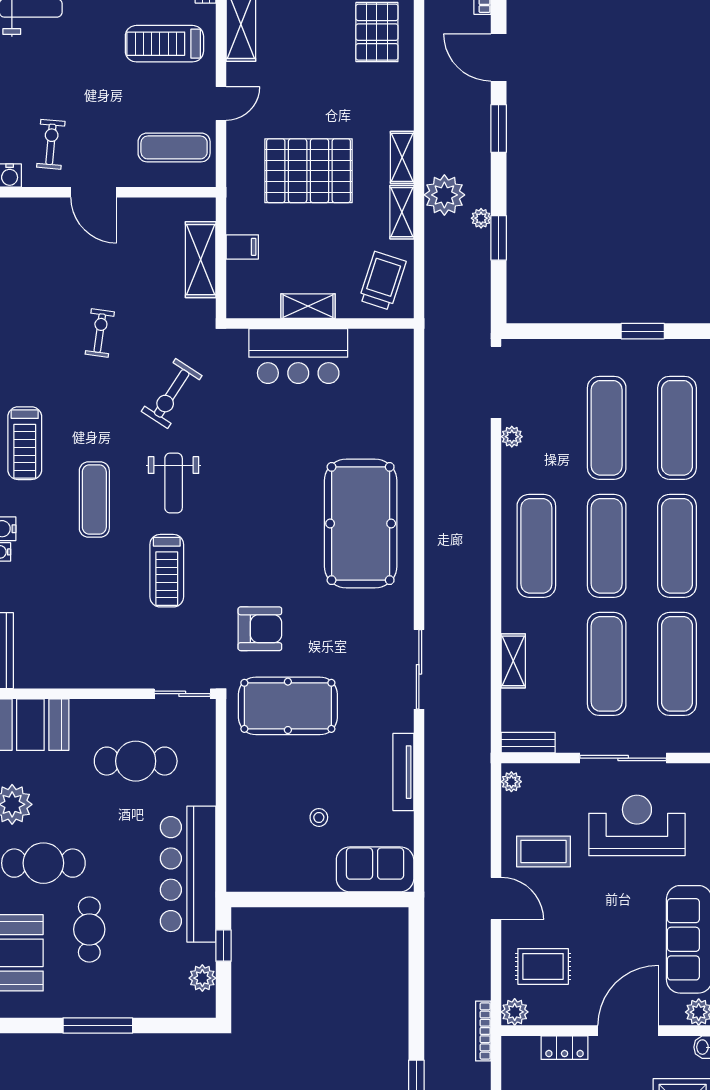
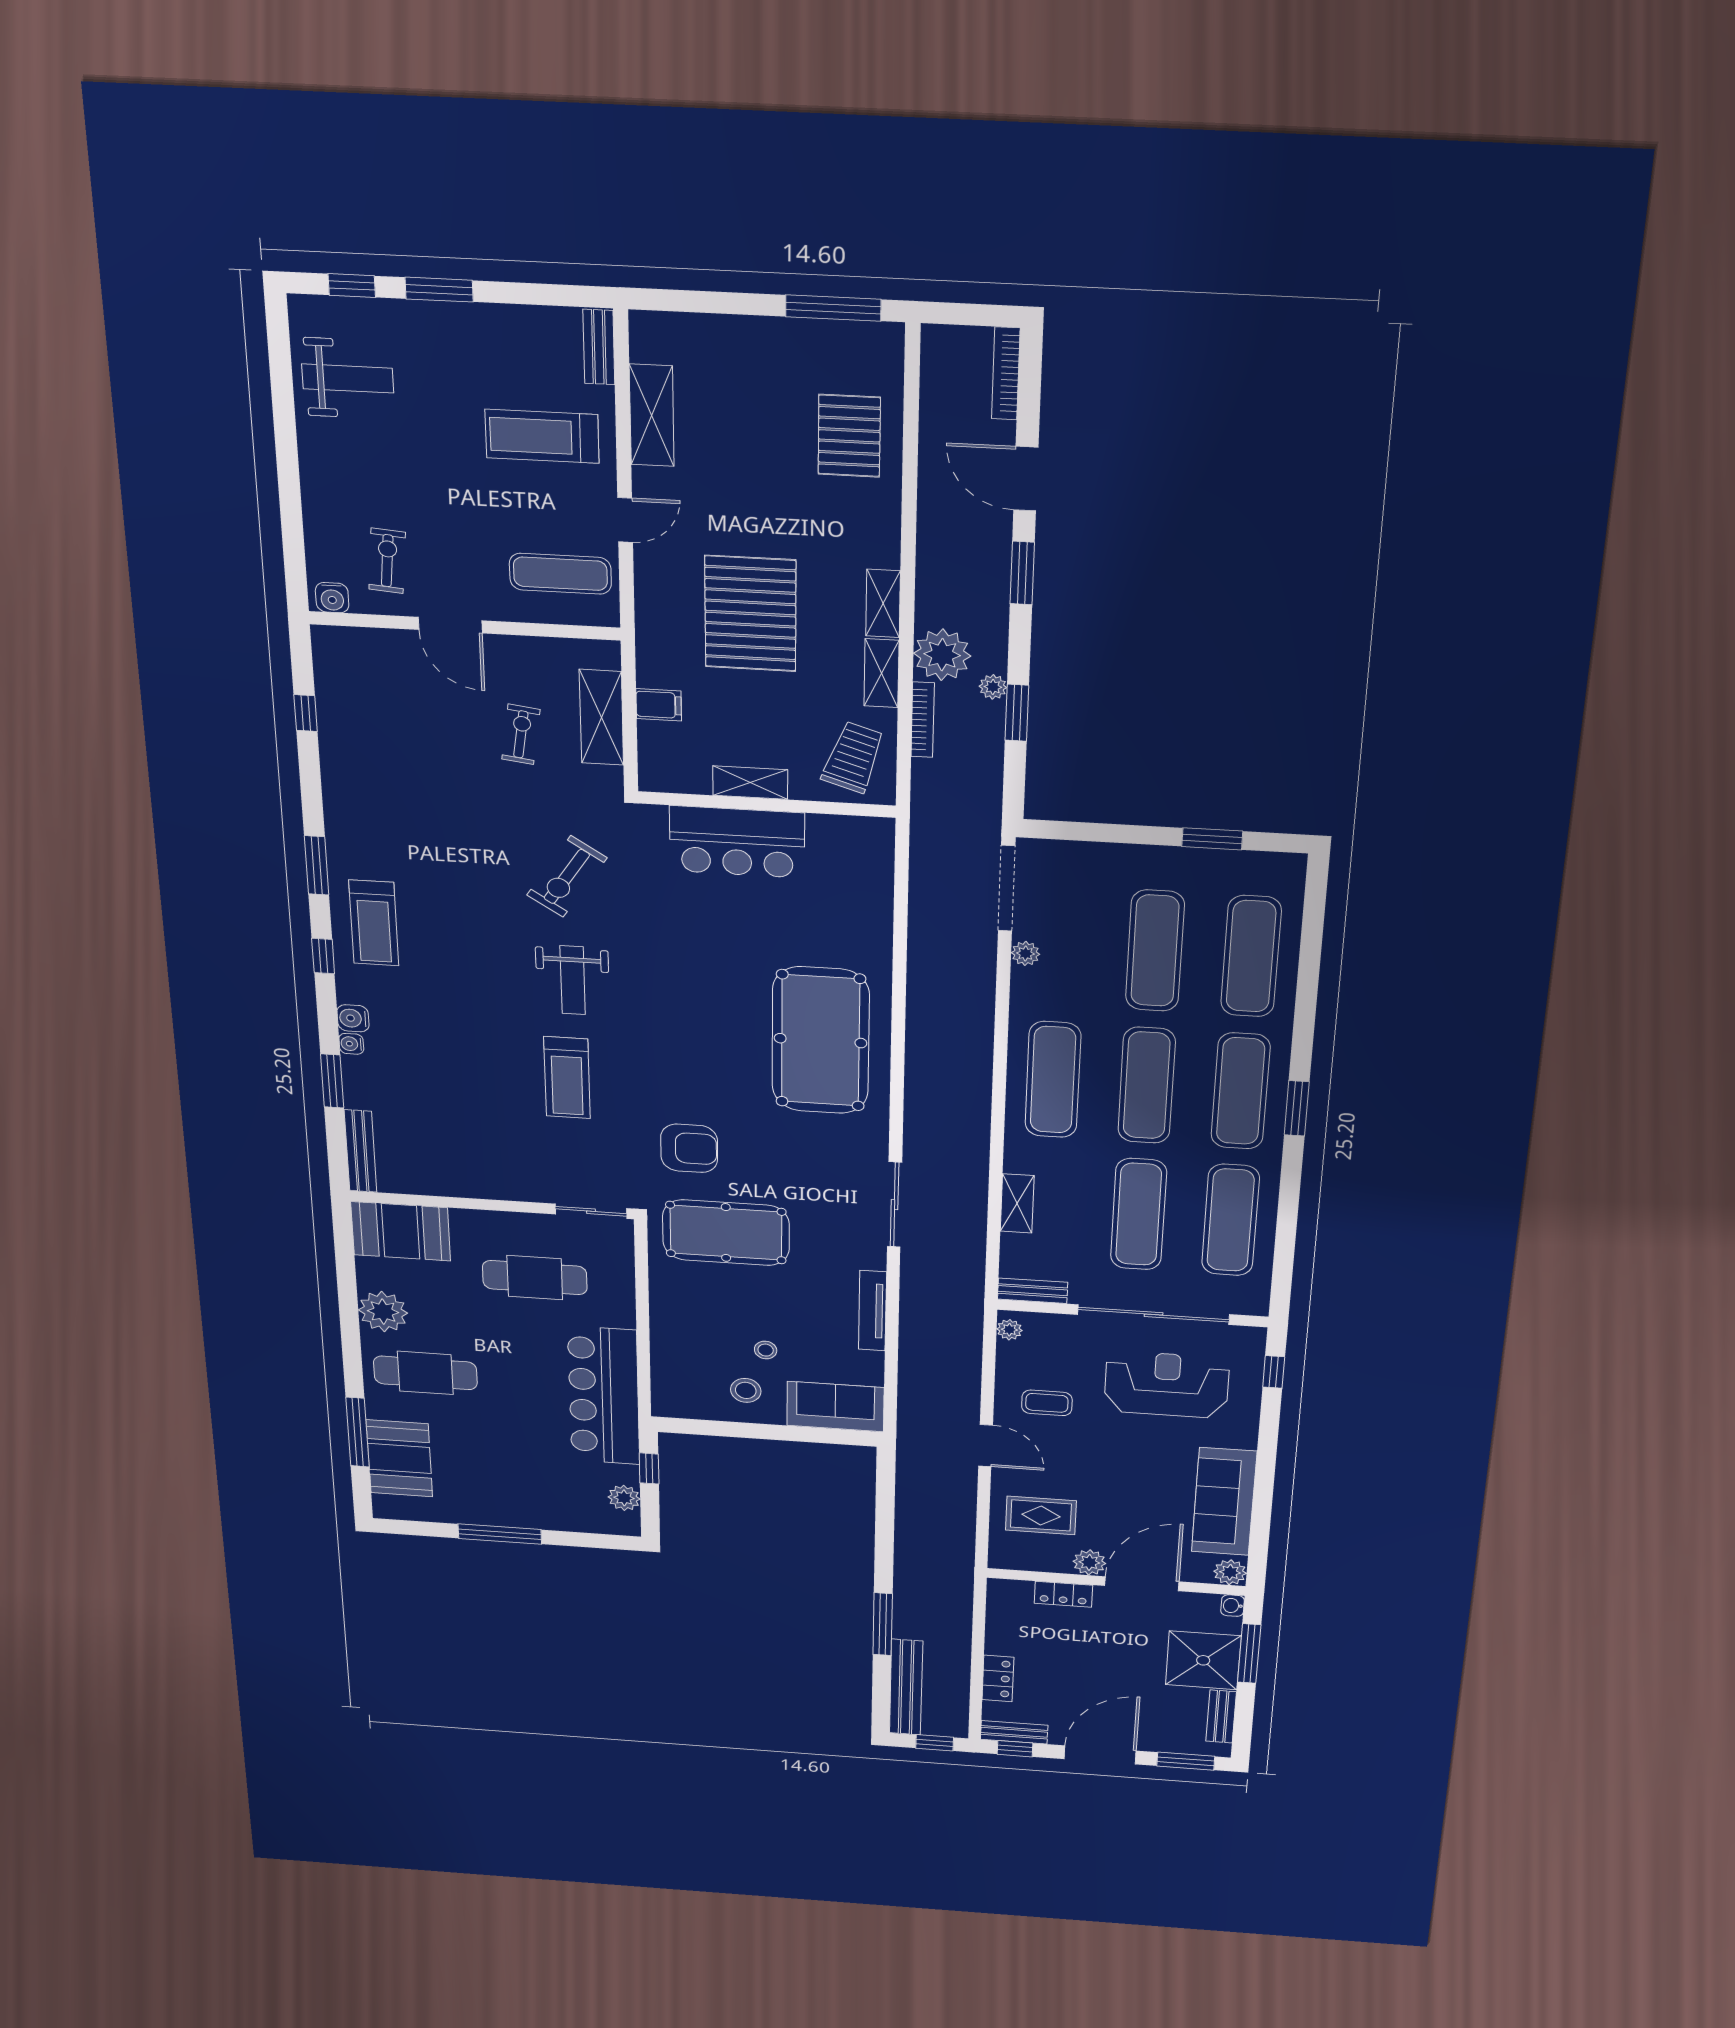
pallet: (309, 171) -> (750, 614), turned 90
exercise bike: (100, 333) -> (521, 734), moved
exercise mat: (94, 500) -> (469, 993), removed
sliding door: (623, 758) -> (1154, 1315), width x1.36
coffee table: (543, 851) -> (1047, 1403), width x0.73, depth x0.77
stool: (303, 859) -> (746, 1390), added
cafe table: (89, 929) -> (485, 1442), removed
plant: (515, 1012) -> (1089, 1562), moved
bookcase: (483, 1031) -> (923, 720), moved, turned 180

